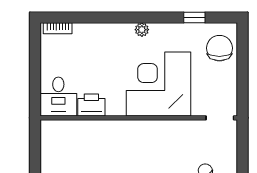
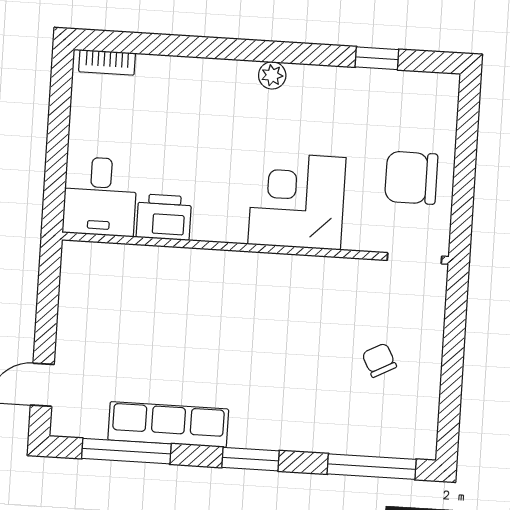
chair: (219, 48) -> (411, 178), moved, turned -90
corner desk: (158, 84) -> (297, 201), width x0.74, depth x0.74

